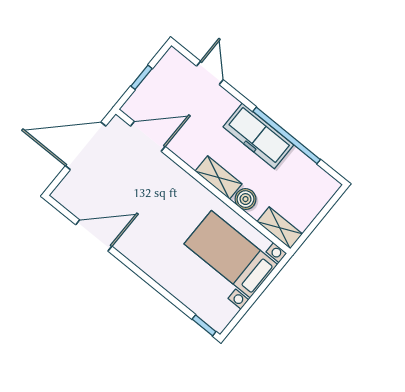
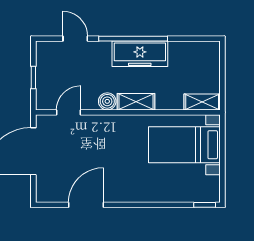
window: (287, 135) -> (133, 39), moved
door: (148, 136) -> (69, 112), width x0.73
boiler: (245, 199) -> (107, 101), moved

